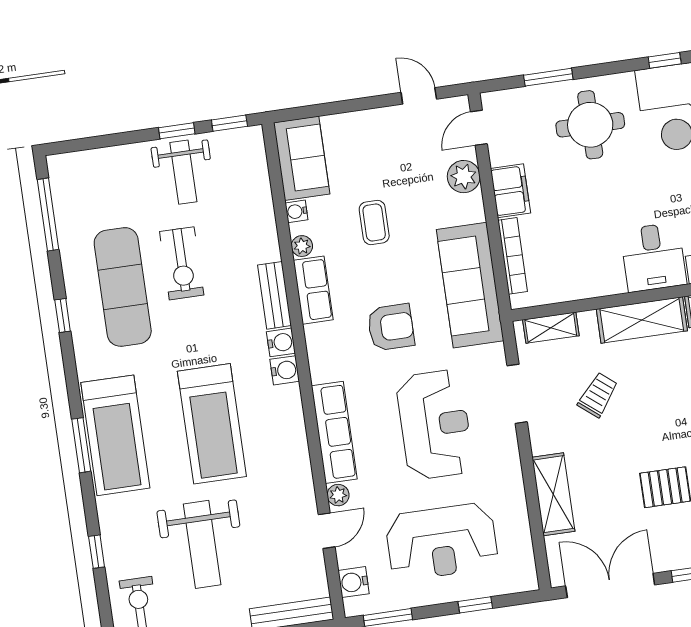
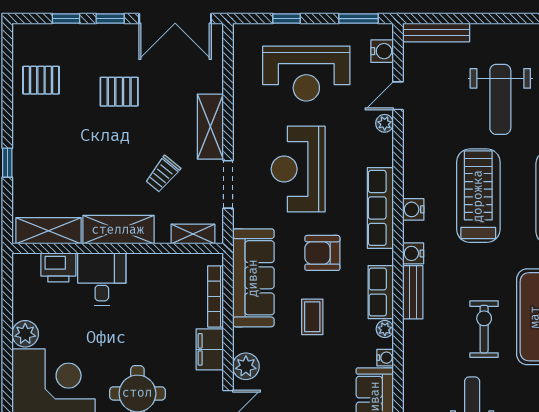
coffee table: (374, 222) -> (312, 317), moved
water cooler: (285, 370) -> (413, 209), moved
row of seats: (334, 432) -> (380, 208), moved
shelving: (553, 494) -> (210, 127), moved
reception desk: (442, 542) -> (306, 74), turned 180
weight bench: (202, 544) -> (500, 99), turned 180

